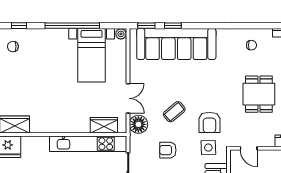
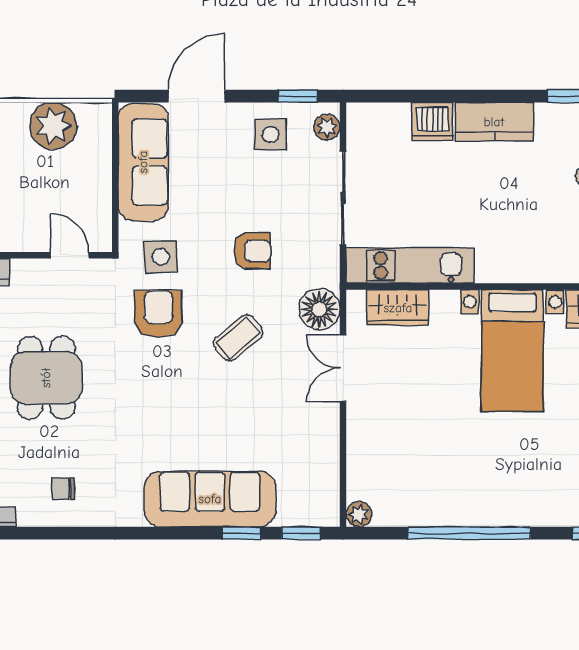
sofa: (176, 44) -> (210, 499), width x0.74, depth x0.79
bed with nightstands: (92, 55) -> (512, 351), moved, turned 180
kitchen unit: (88, 144) -> (410, 265), width x0.73

